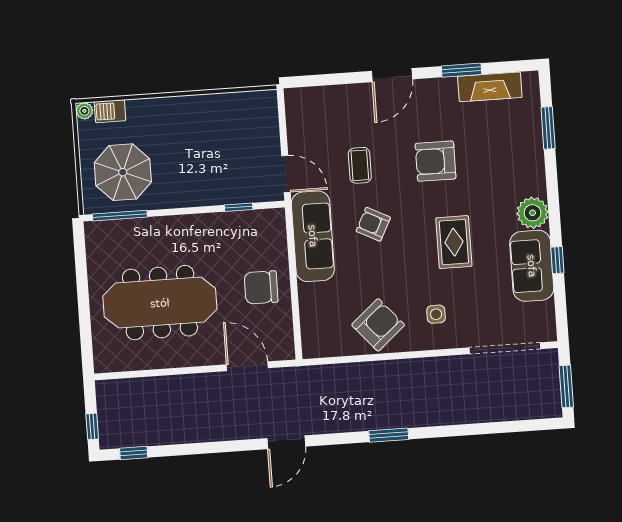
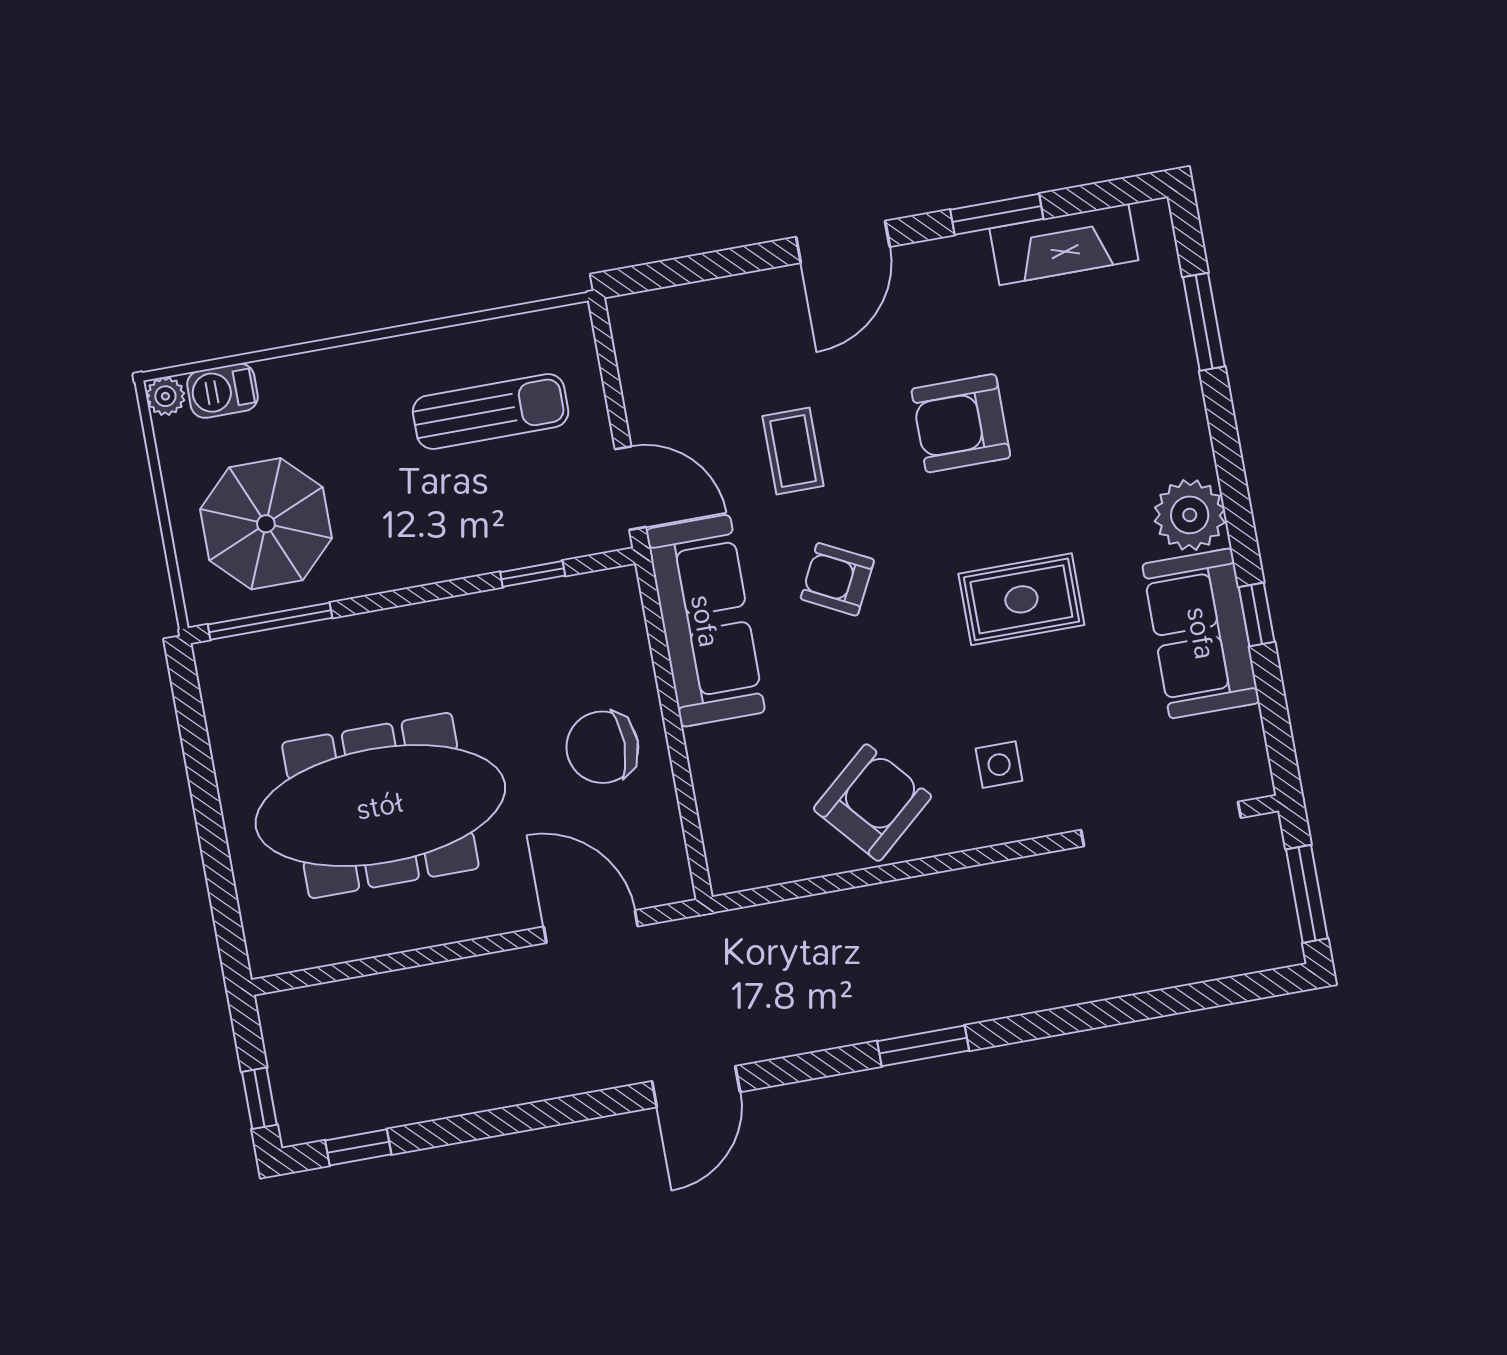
sun lounger: (228, 133) -> (491, 411), added
rug: (454, 242) -> (1021, 599), turned 90

